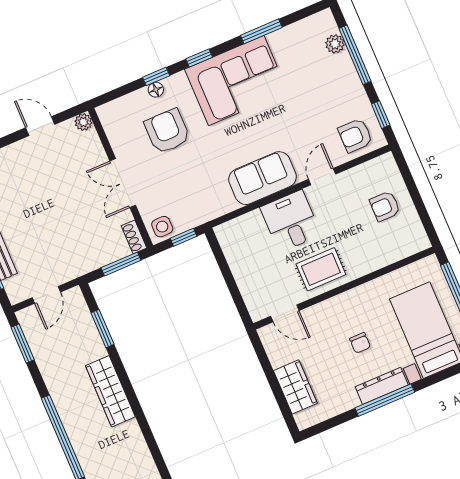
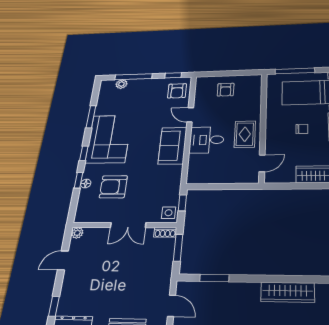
wardrobe: (110, 391) -> (288, 292), moved

